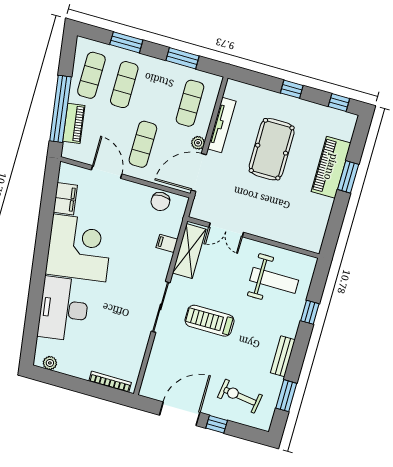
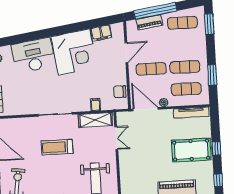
window: (126, 42) -> (209, 24), moved
exercise mat: (124, 85) -> (185, 67), moved
tv unit: (222, 125) -> (191, 112), moved
pool table: (272, 149) -> (191, 150), moved
double door: (226, 230) -> (116, 138), swing flipped
treadmill: (210, 321) -> (57, 147), turned -90

